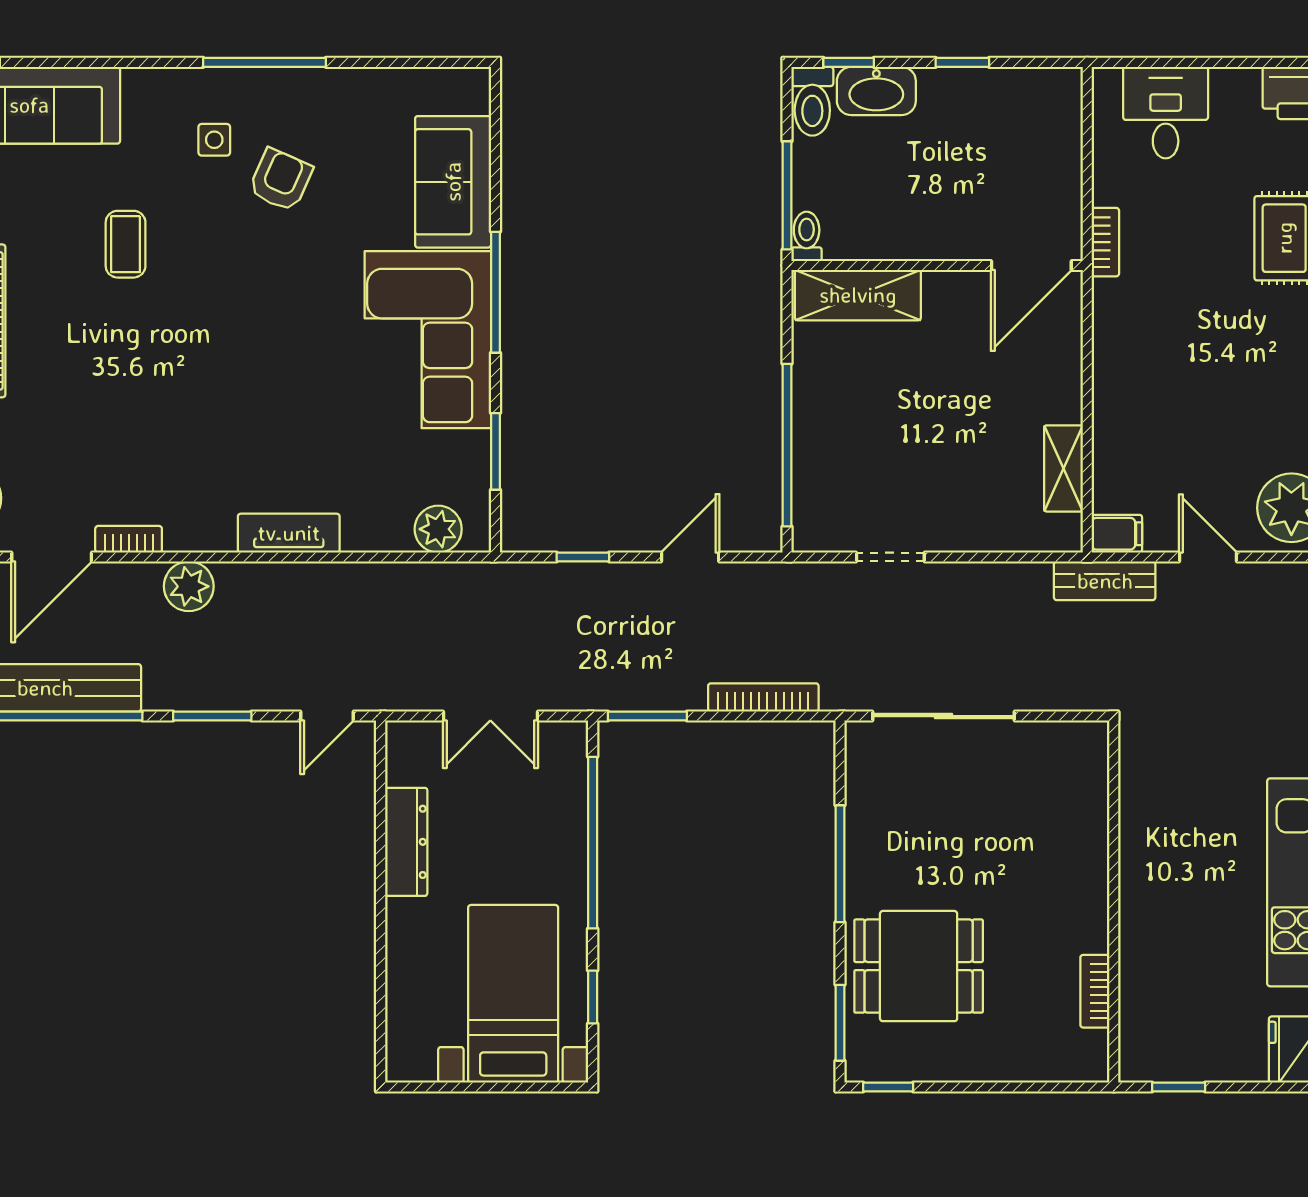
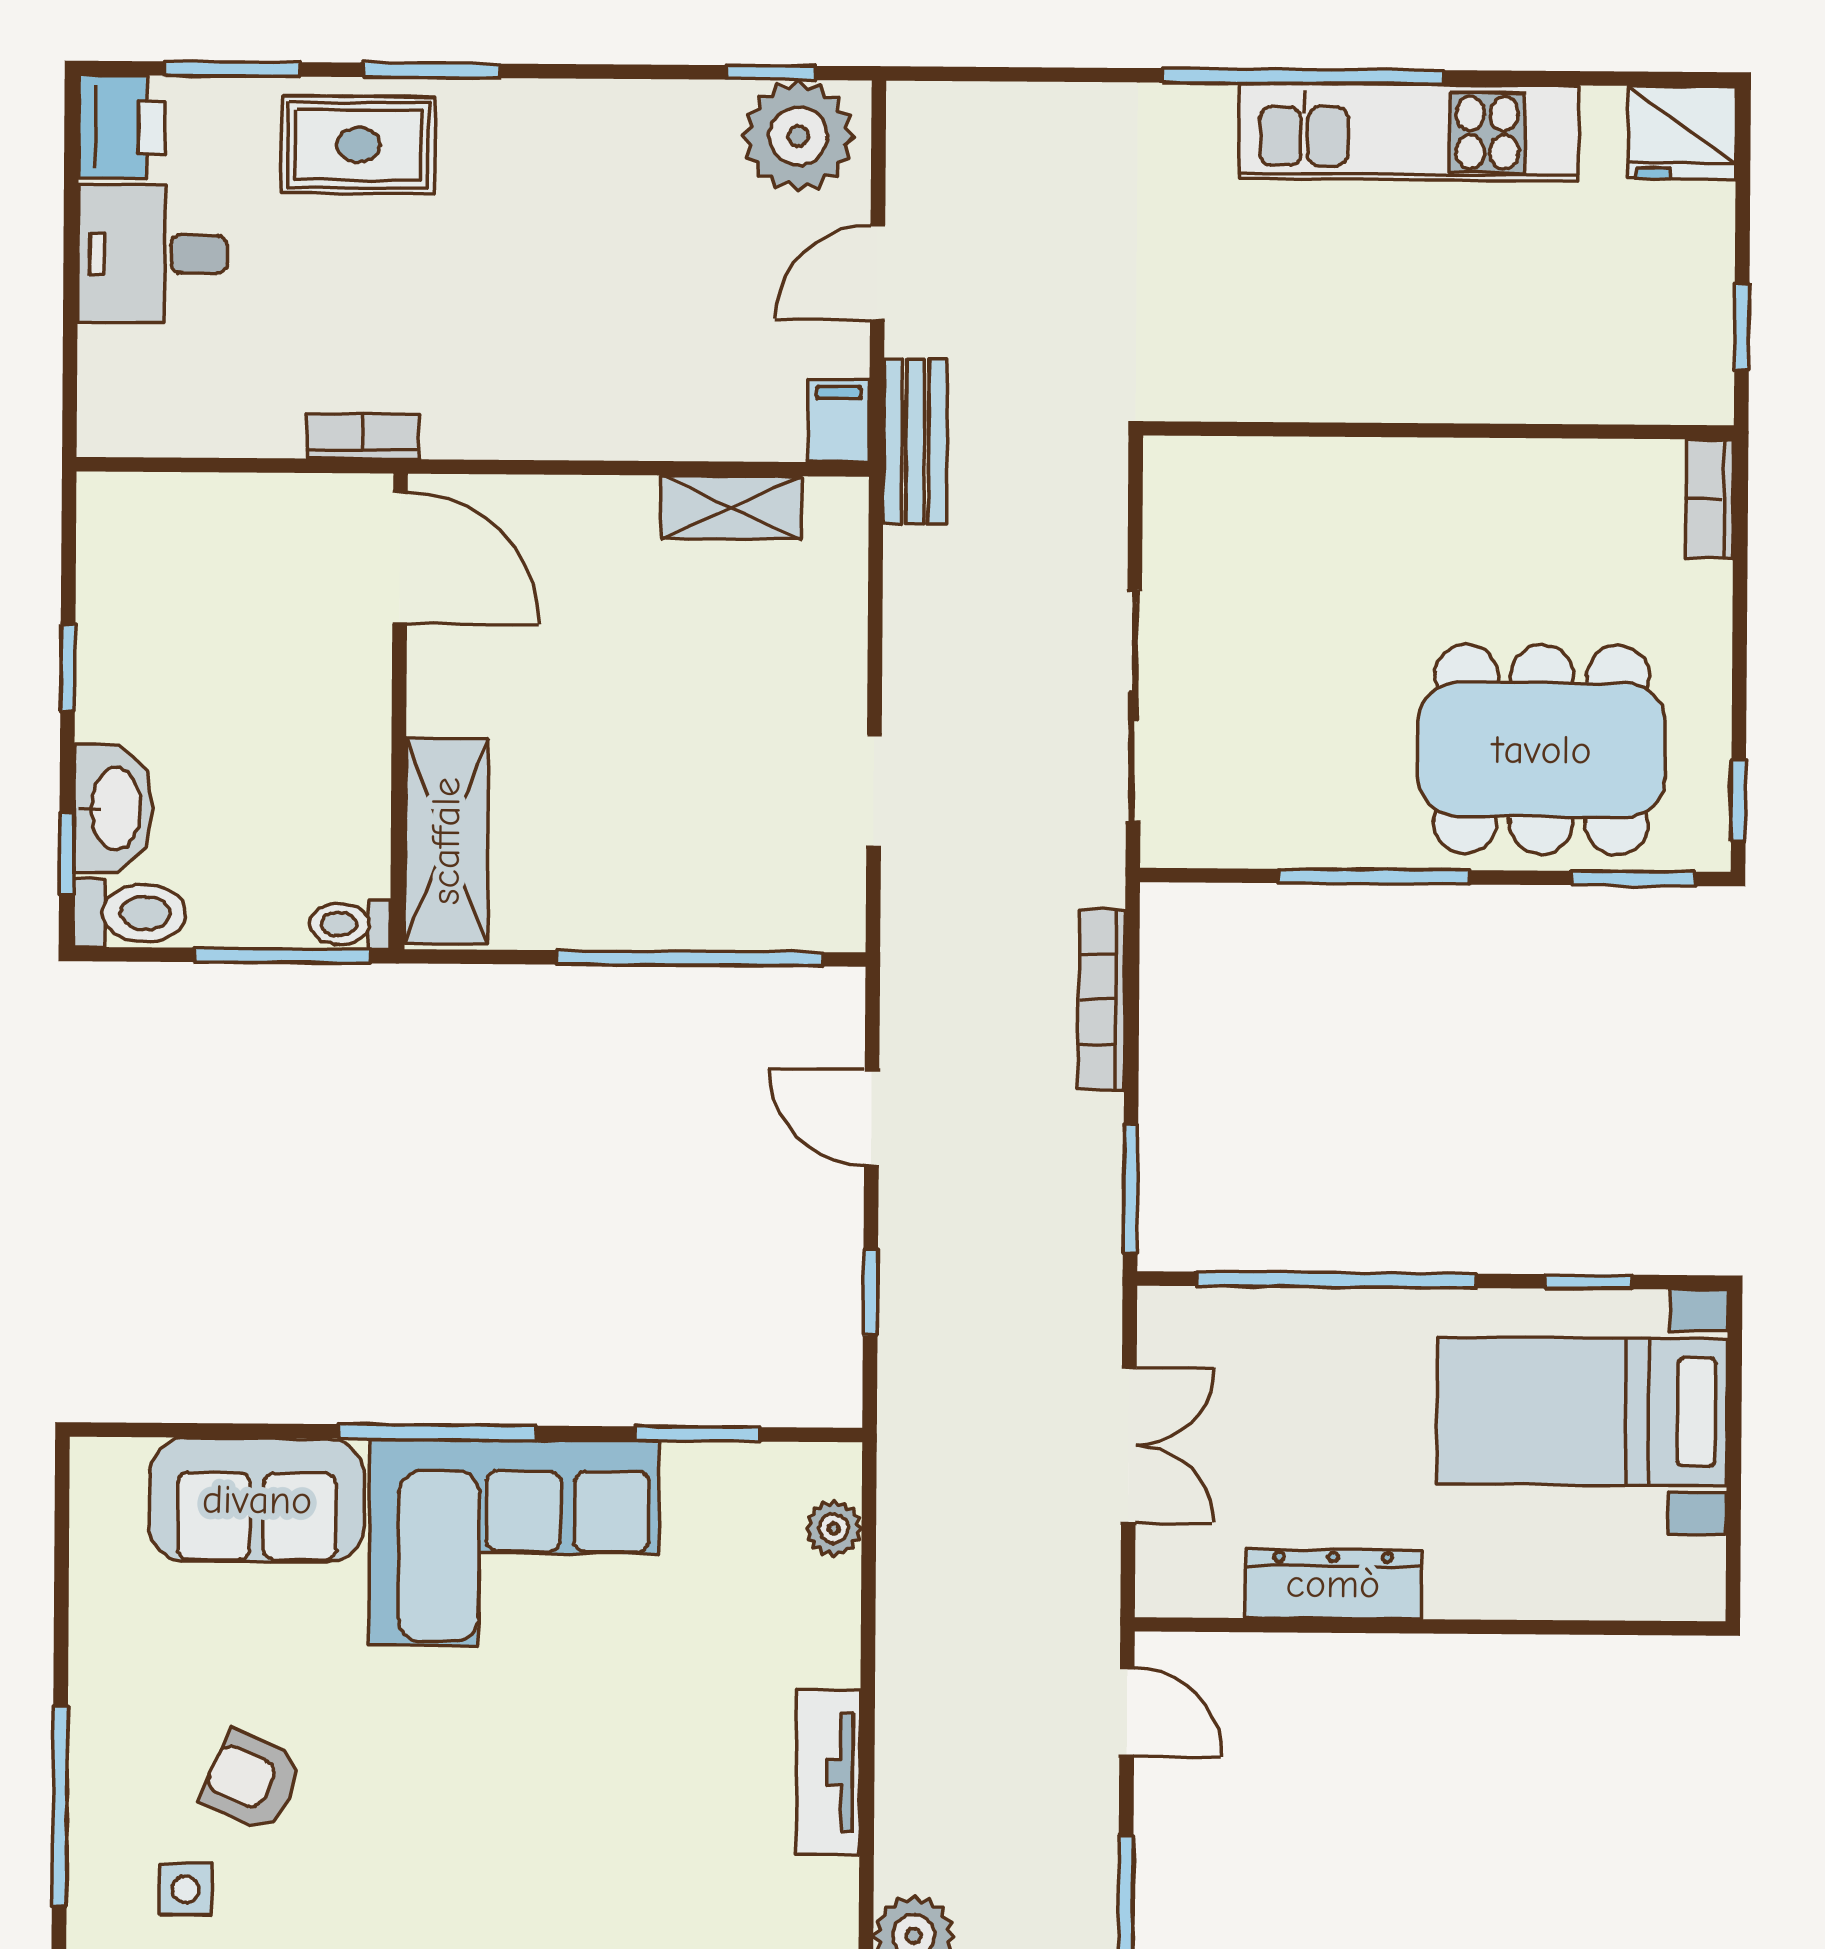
desk: (1166, 113) -> (153, 254), moved
plant: (438, 529) -> (834, 1528), width x0.73, depth x0.73
dining table: (919, 966) -> (1542, 750), width x1.37
bookcase: (1095, 991) -> (1710, 499), moved, turned 90

